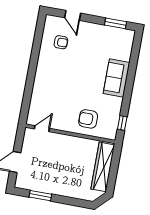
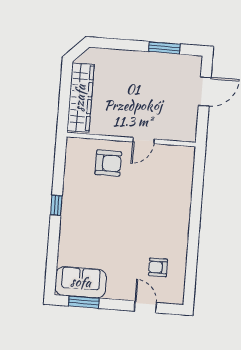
sofa: (116, 78) -> (81, 282), moved, turned -90
window: (122, 123) -> (56, 205), moved
door: (42, 129) -> (143, 141), moved

